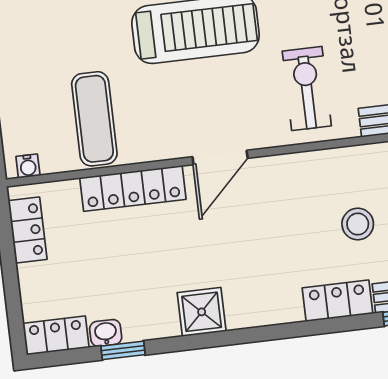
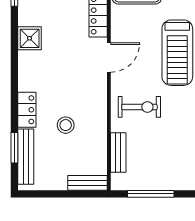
door: (220, 157) -> (109, 57), swing flipped

